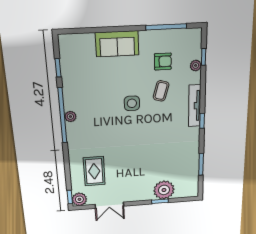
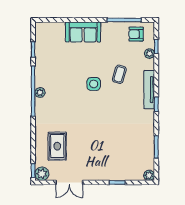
armchair: (163, 61) -> (136, 34), moved, turned 180
plant: (164, 190) -> (149, 175), moved, width x0.53, depth x0.53

